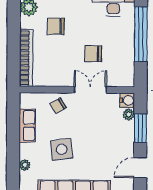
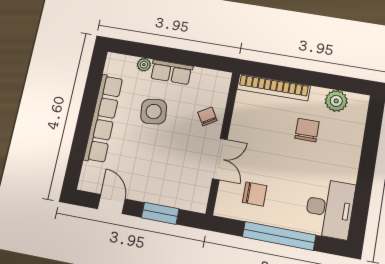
chair: (93, 54) -> (255, 194), moved, turned 90
water cooler: (127, 100) -> (198, 203), removed
plant: (129, 115) -> (180, 202), removed
row of seats: (27, 126) -> (171, 72), moved

